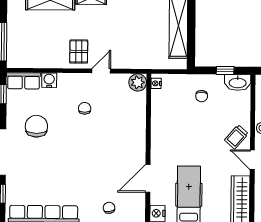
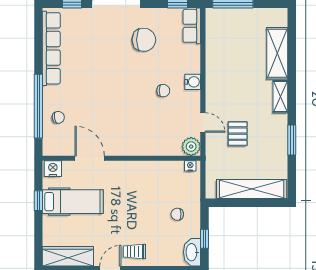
pallet: (79, 51) -> (238, 134), moved, turned 90
door: (101, 71) -> (203, 123), moved
water cooler: (49, 80) -> (193, 82), moved
trolley: (236, 137) -> (134, 251), turned -41

